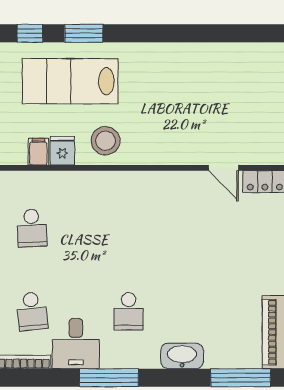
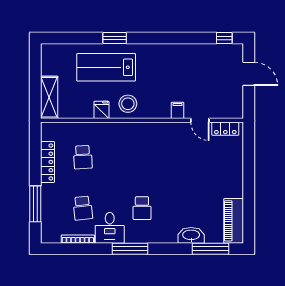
window: (30, 33) -> (224, 38), moved
filing cabinet: (38, 152) -> (178, 110), moved
washbasin: (182, 356) -> (191, 235), moved

